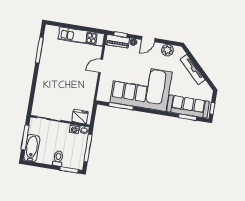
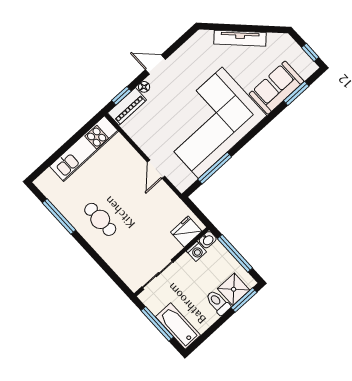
door: (148, 39) -> (155, 65), swing flipped
plant: (167, 50) -> (189, 51), removed
door: (101, 66) -> (156, 169), moved
cafe table: (54, 71) -> (100, 219), added
sofa: (188, 106) -> (276, 88), width x0.73
shower: (70, 161) -> (234, 289), added

